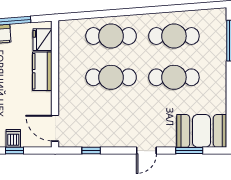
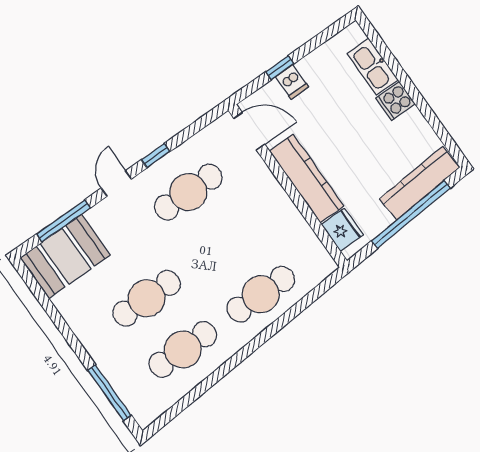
kitchen counter: (42, 71) -> (306, 178), width x1.50
cafe table: (111, 77) -> (188, 192), moved
window: (91, 151) -> (156, 156), moved
window: (189, 151) -> (63, 221), width x1.44

